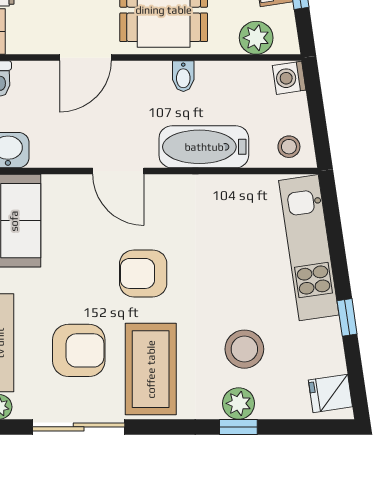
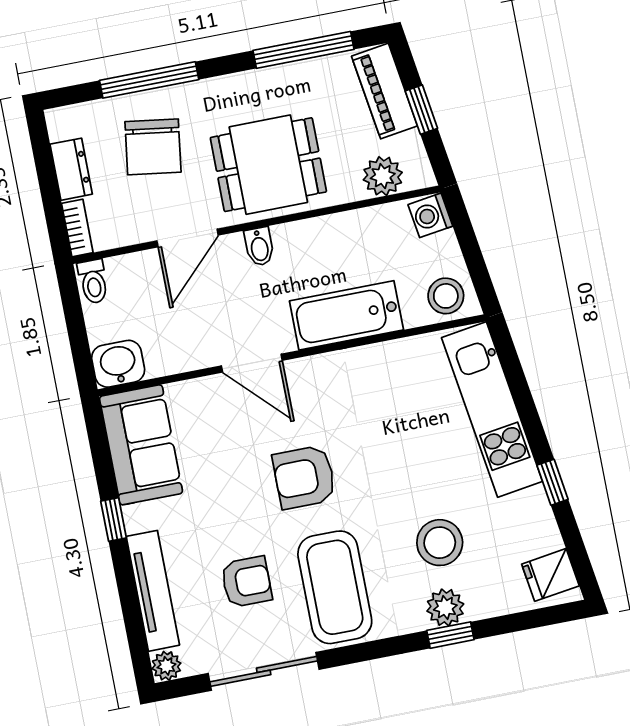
bidet: (183, 76) -> (259, 247), moved
stool: (289, 147) -> (446, 296), width x1.37, depth x1.37
armchair: (79, 350) -> (246, 582), width x0.72, depth x0.72

